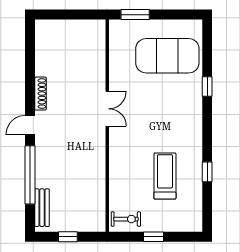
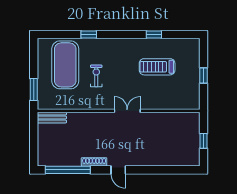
double door: (107, 109) -> (127, 111), moved
window: (30, 175) -> (68, 170), moved
bench: (42, 208) -> (52, 118), moved
exercise bike: (126, 219) -> (96, 76), moved

